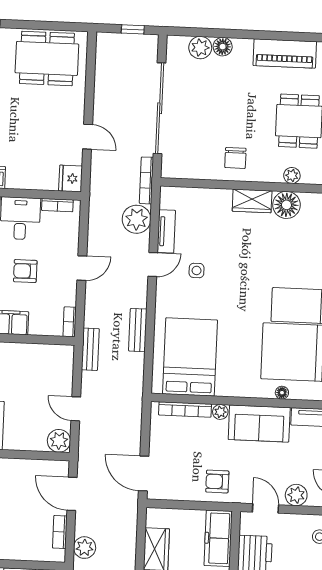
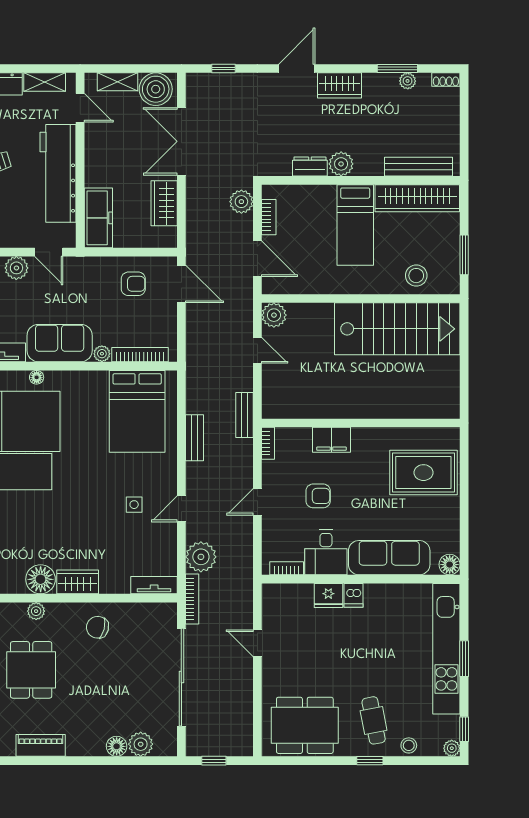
piano: (285, 53) -> (41, 745), width x0.73, depth x0.75
chair: (235, 158) -> (98, 627), turned -76
fridge: (71, 178) -> (328, 596), moved, turned 90
tv unit: (166, 231) -> (154, 585), moved, turned 90
armchair: (217, 481) -> (133, 284), moved

